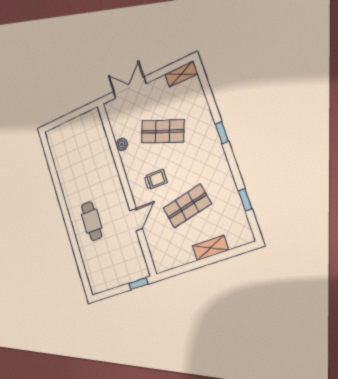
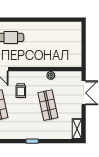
shop shelf: (163, 131) -> (48, 105), turned -33

